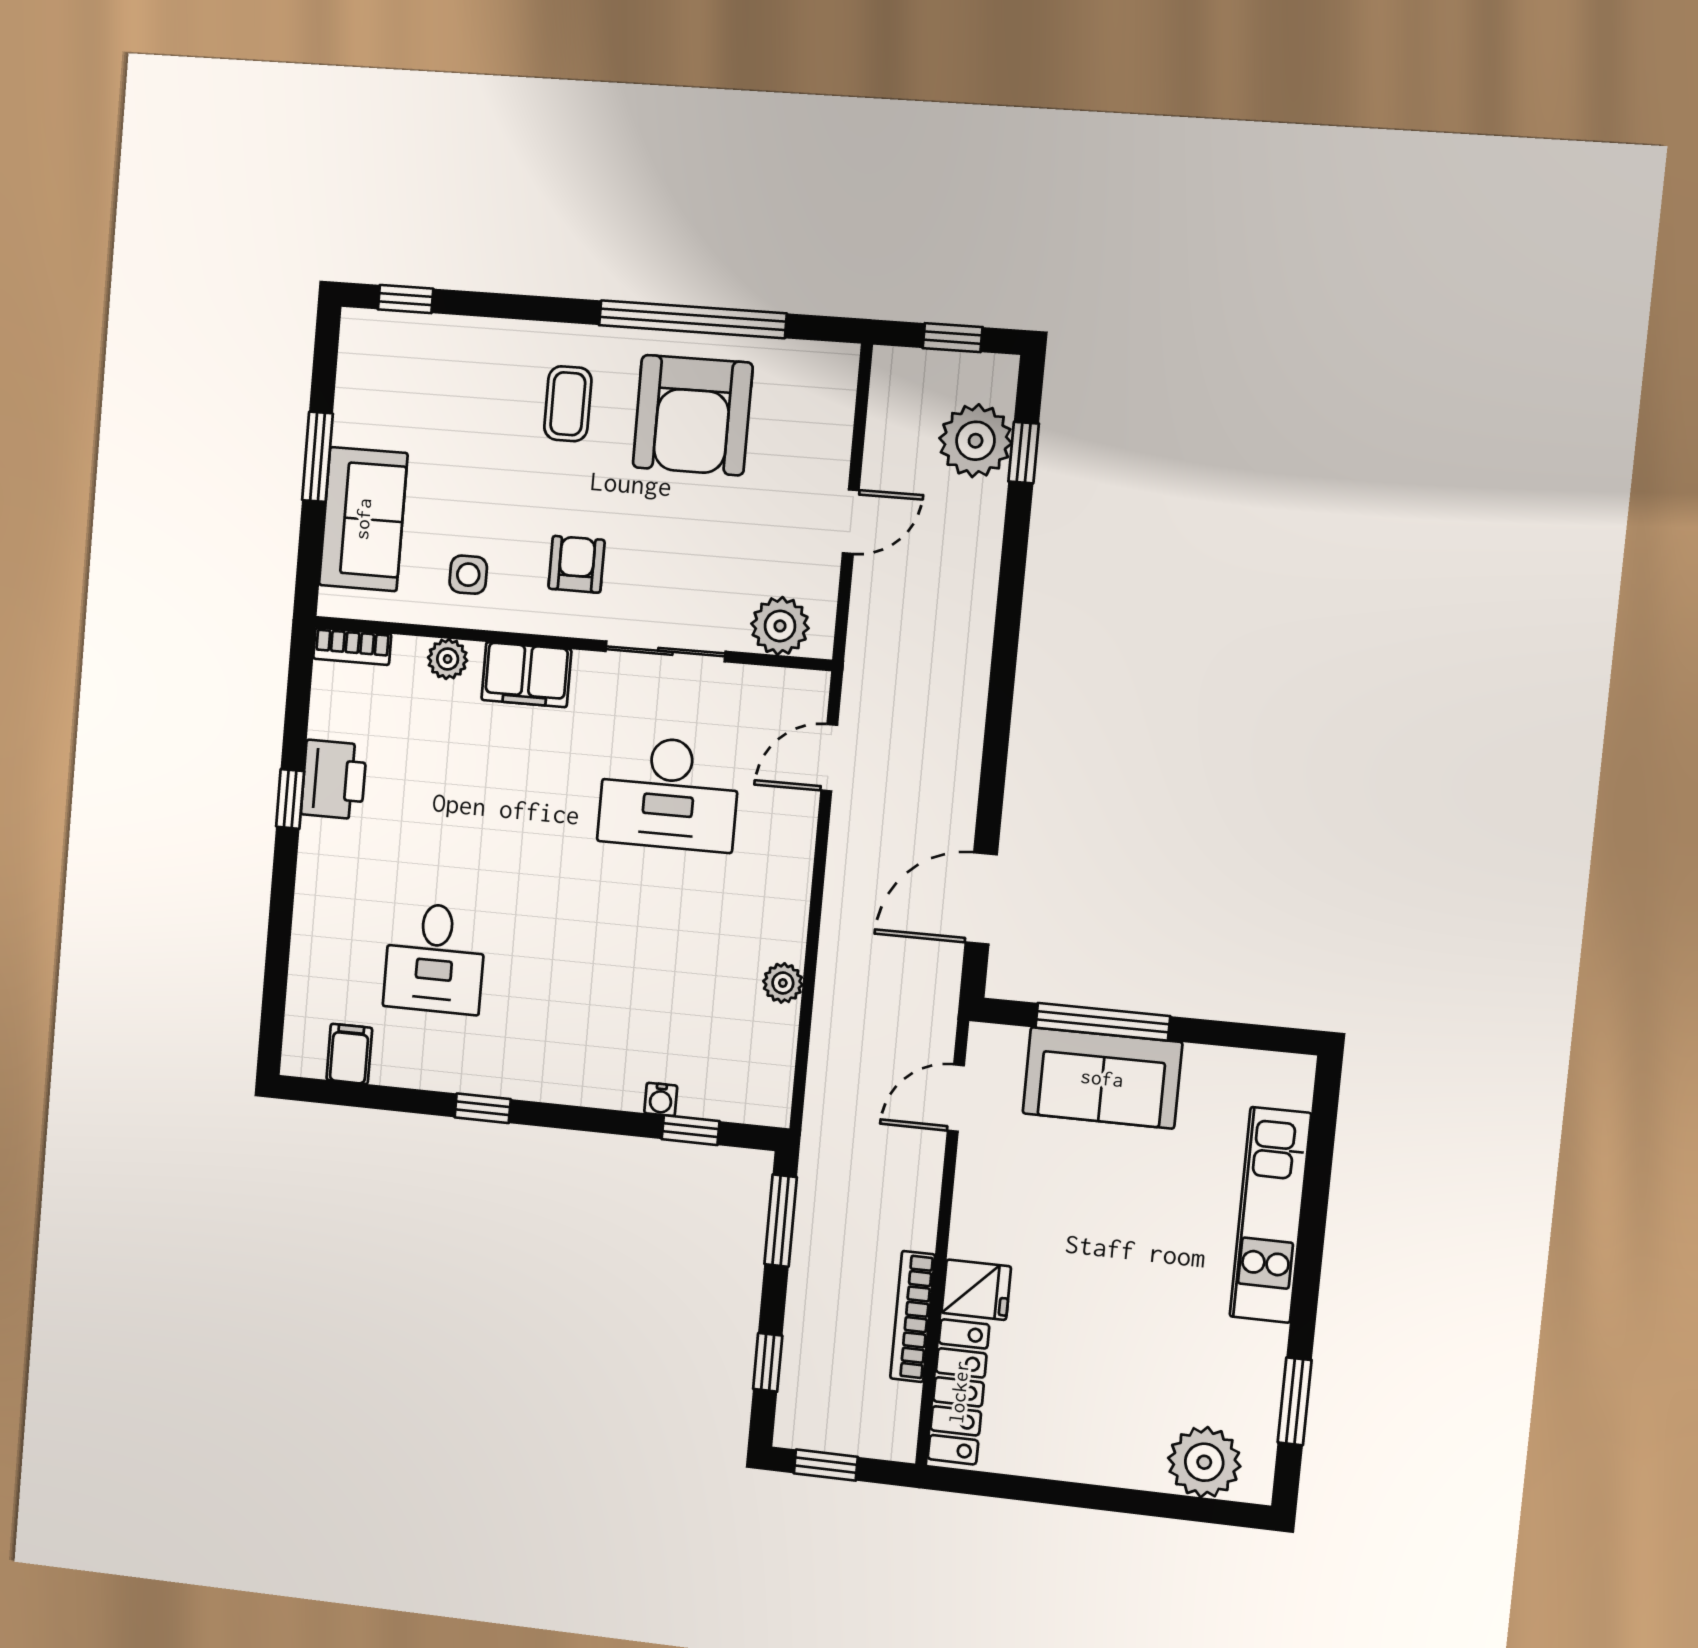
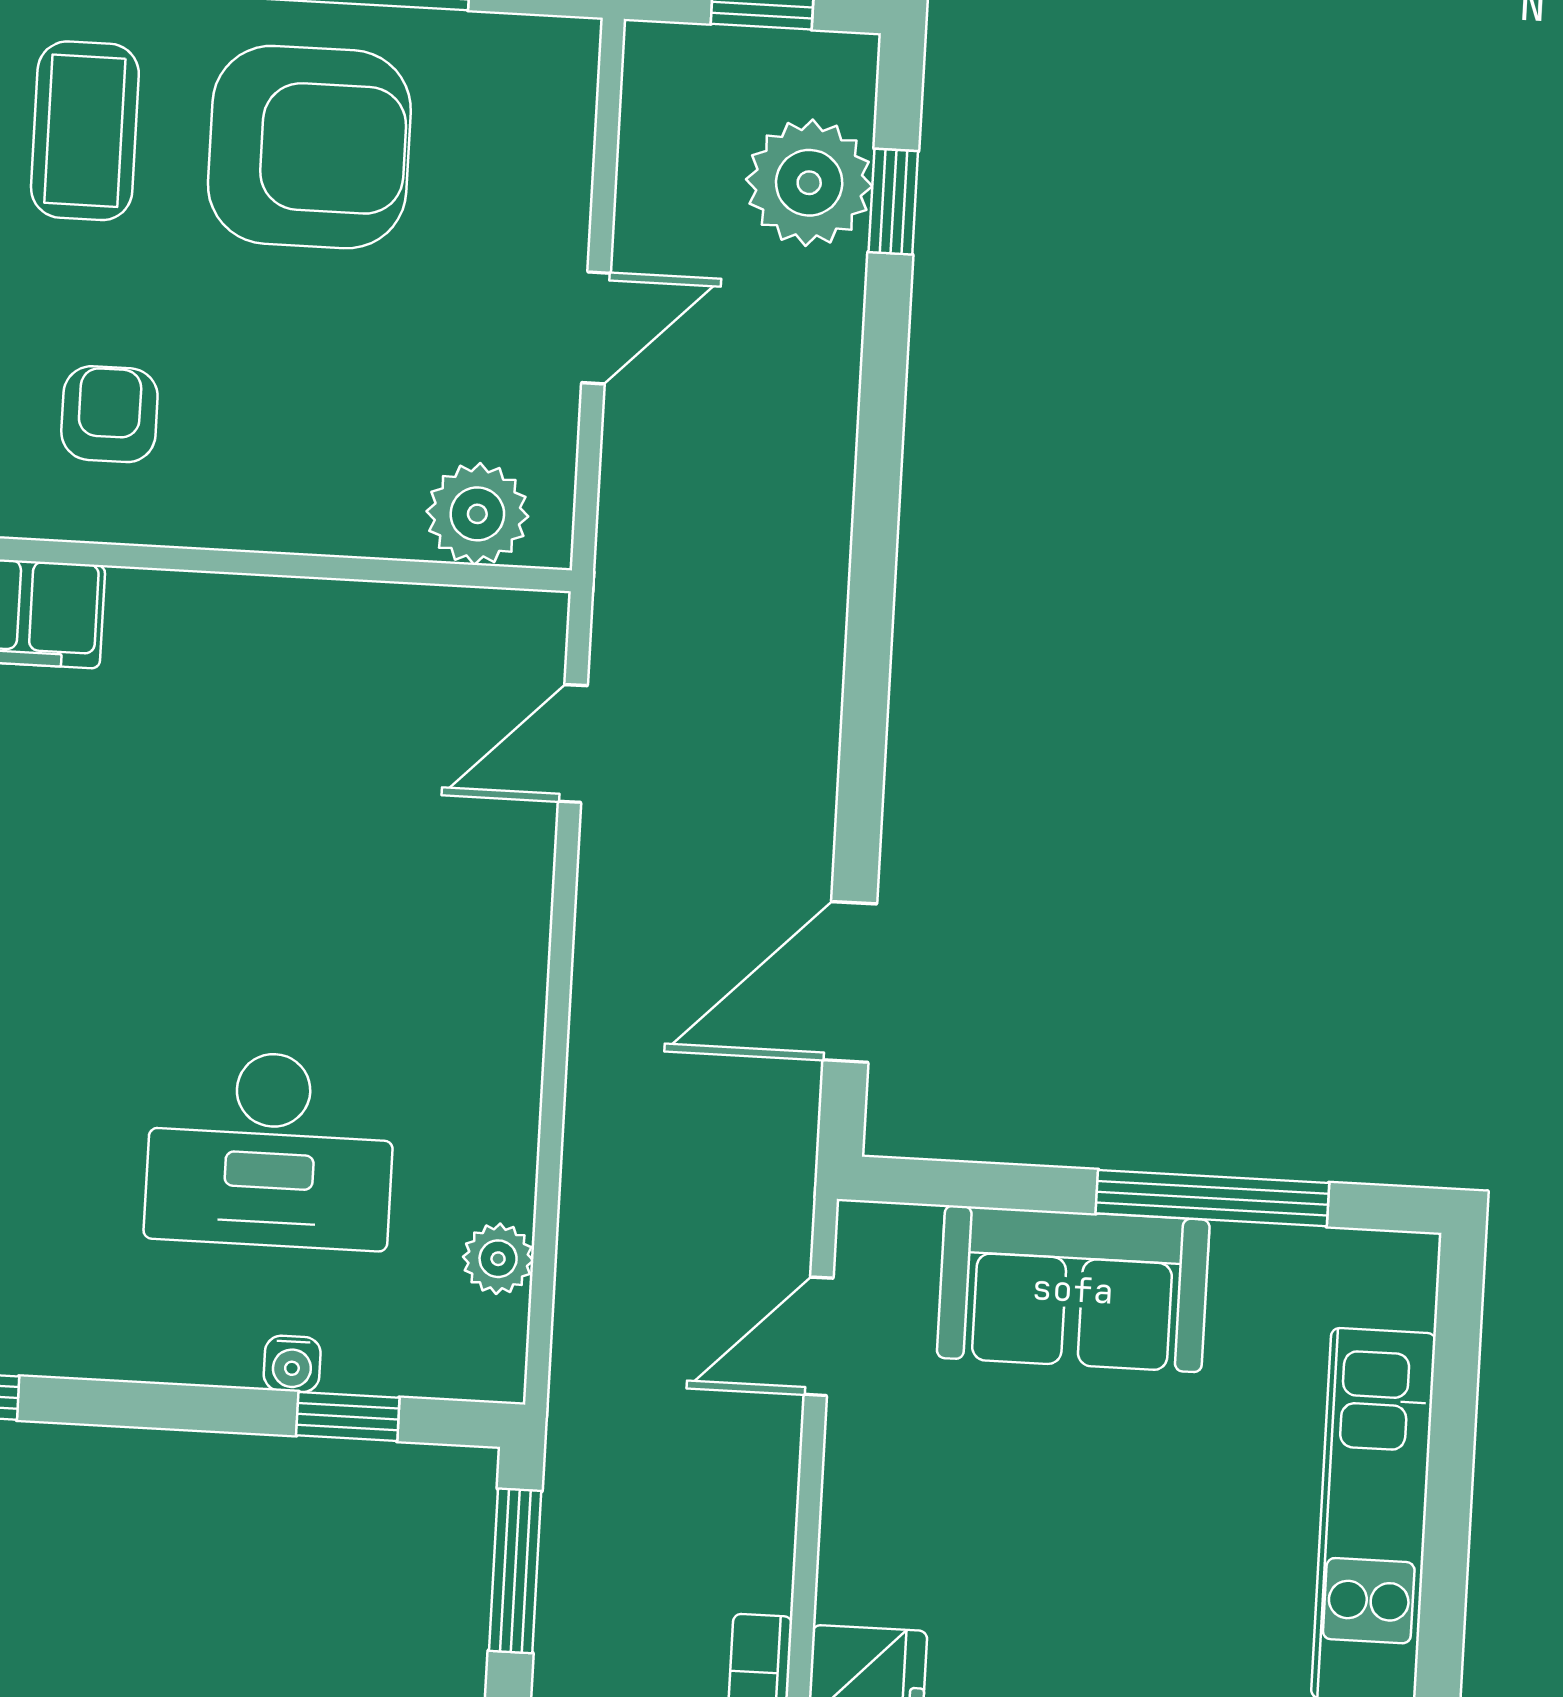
coffee table: (568, 404) -> (85, 131), width x1.36, depth x1.30
armchair: (693, 415) -> (309, 147), turned -90
sliding door: (665, 651) -> (274, 564), removed
desk: (669, 794) -> (270, 1150), moved
plant: (783, 983) -> (498, 1259), moved
window: (1103, 1022) -> (1212, 1198), moved

